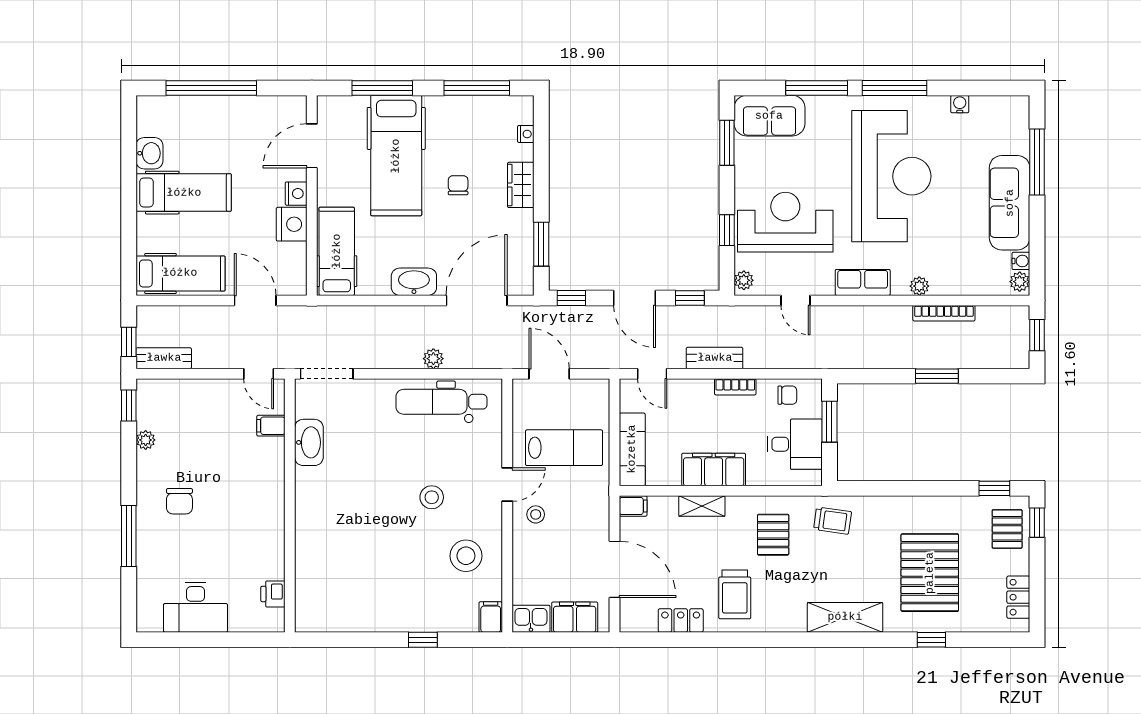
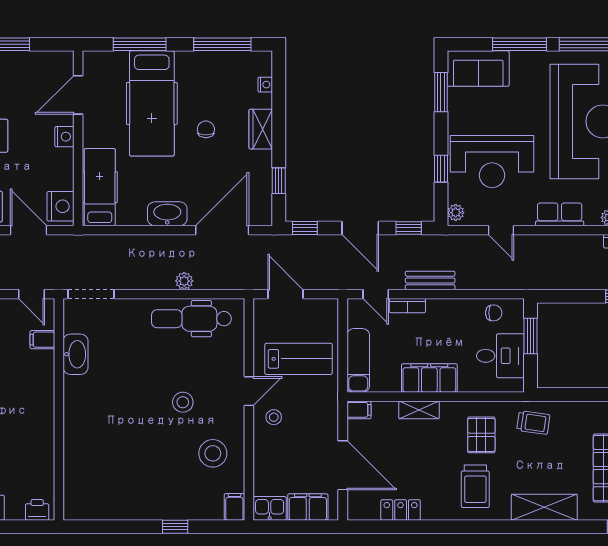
reception desk: (785, 222) -> (492, 162), turned 180
nightstand: (292, 224) -> (60, 206), moved
window: (541, 244) -> (279, 181), width x0.67
bookcase: (735, 387) -> (407, 306), moved
printer: (273, 594) -> (37, 510), moved, turned 90
trolley: (735, 594) -> (475, 486), moved

